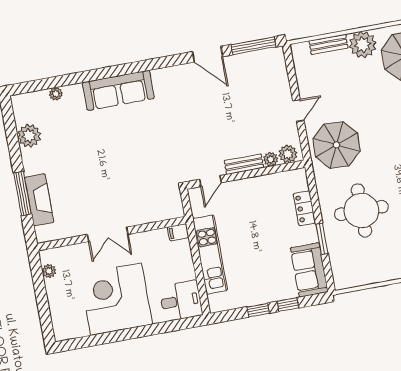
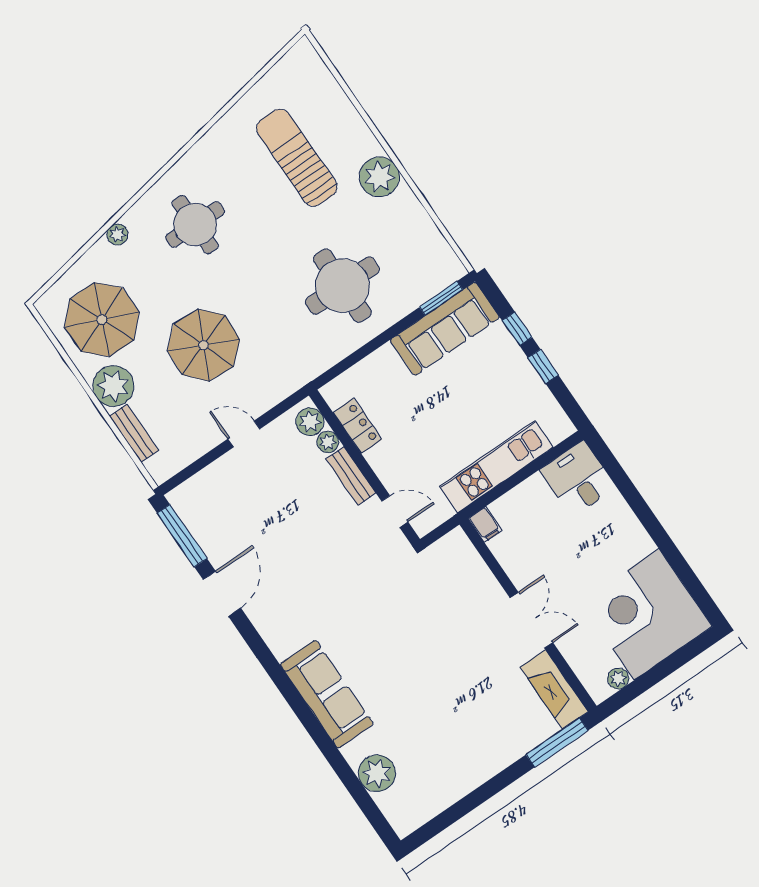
plant: (56, 94) -> (377, 773), width x1.88, depth x1.88
plant: (29, 136) -> (444, 789), removed
parasol: (336, 145) -> (204, 345), moved
window: (22, 193) -> (557, 743), moved
fireplace: (39, 200) -> (554, 689), moved, turned -90
locker: (304, 208) -> (357, 426), moved, turned -90
window: (322, 239) -> (441, 298), moved
sofa: (309, 270) -> (445, 329), width x1.36
corner desk: (116, 299) -> (647, 614), moved, turned 90

